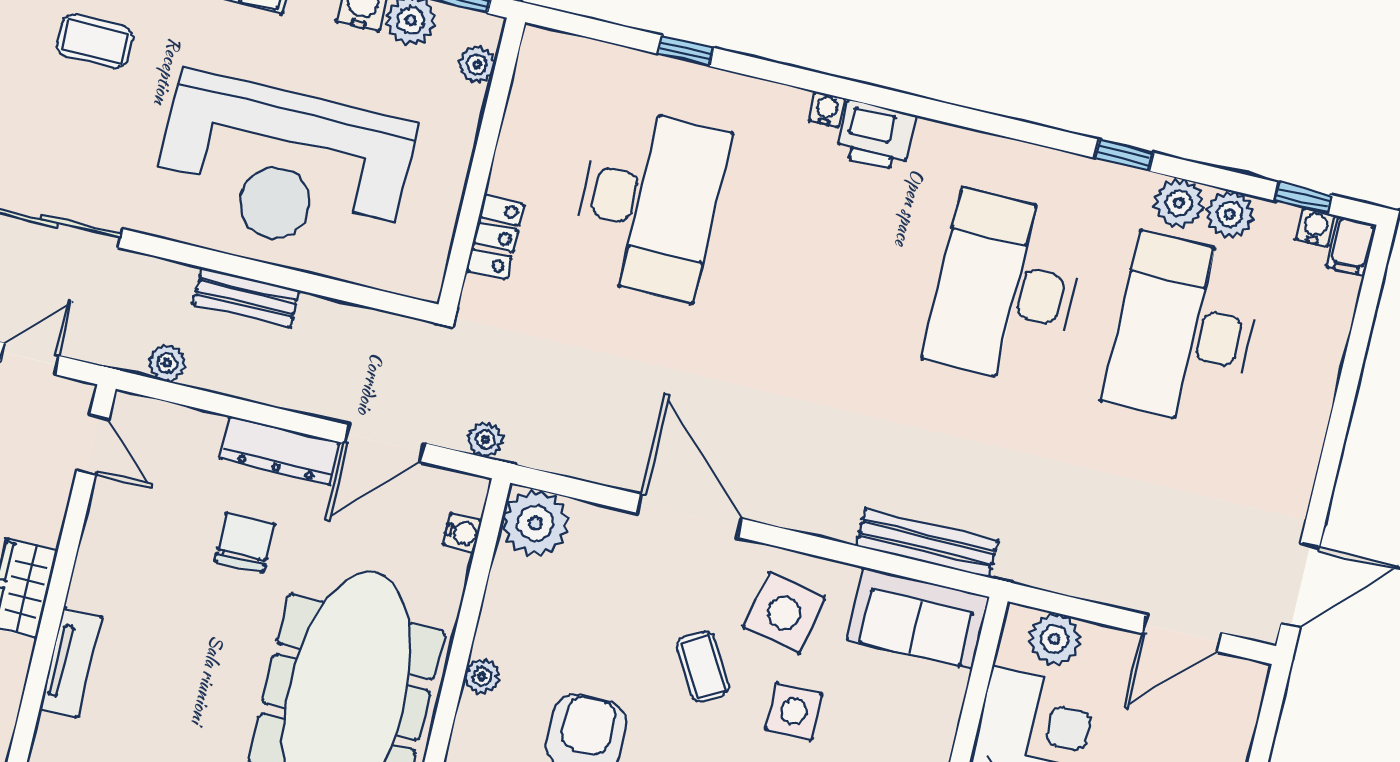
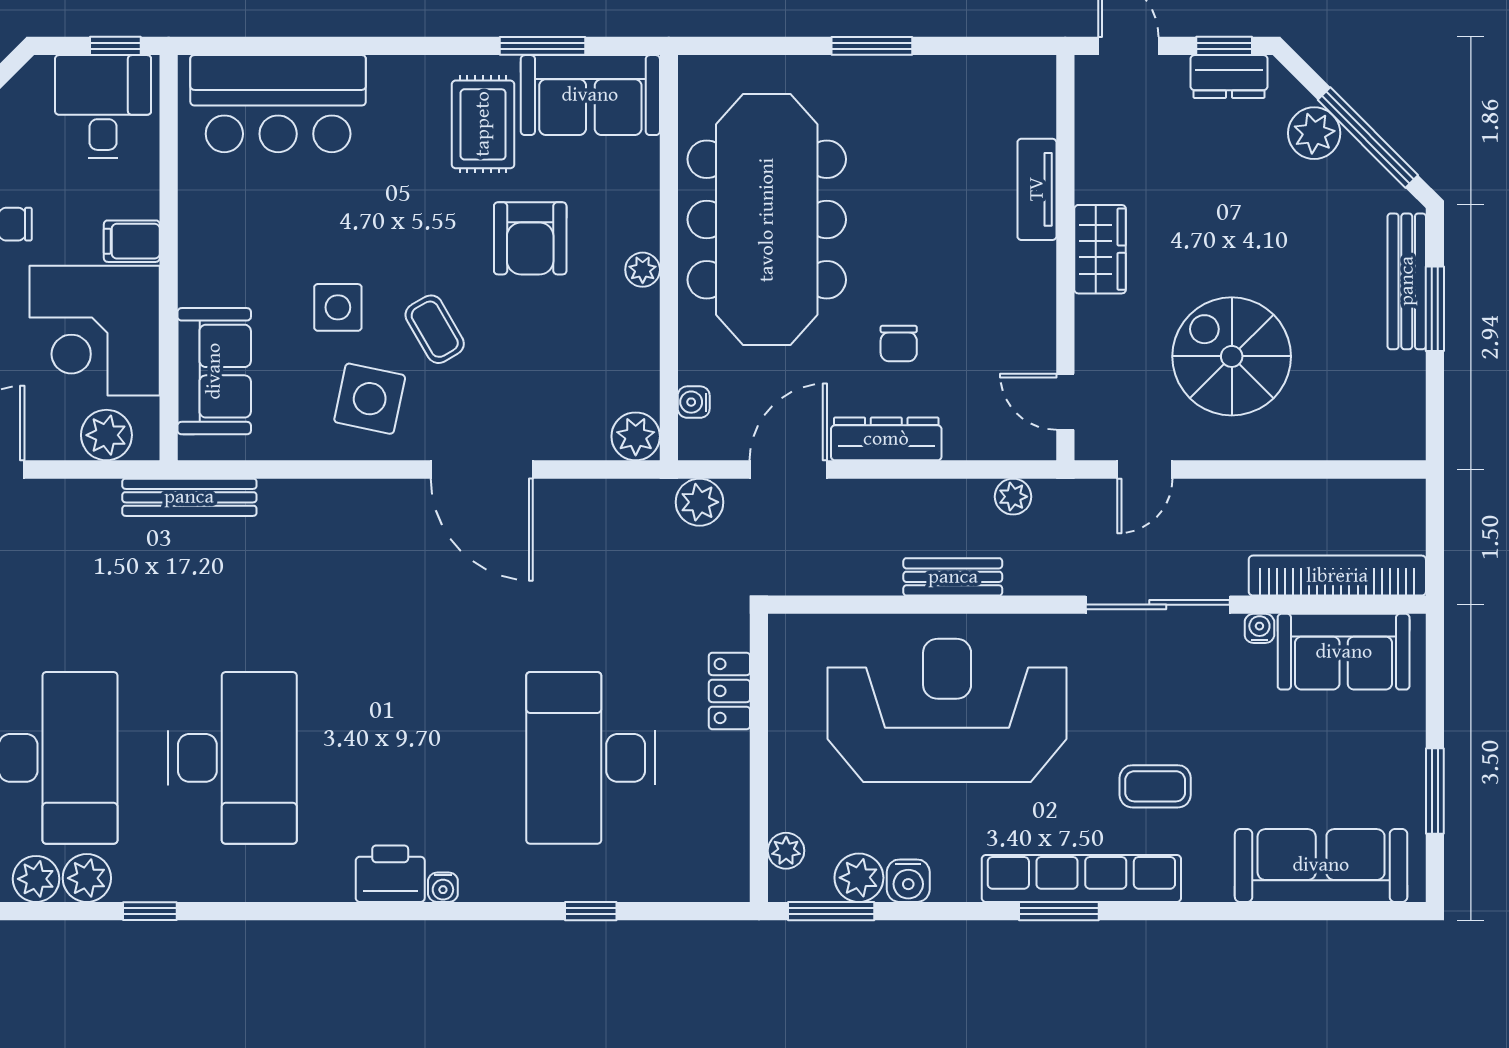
plant: (485, 440) -> (699, 502), width x1.38, depth x1.38
plant: (535, 523) -> (636, 436), width x0.73, depth x0.73
chair: (245, 542) -> (899, 344), width x0.73, depth x0.73
bench: (927, 543) -> (189, 497), moved
sofa: (918, 618) -> (214, 371), moved, turned 90

